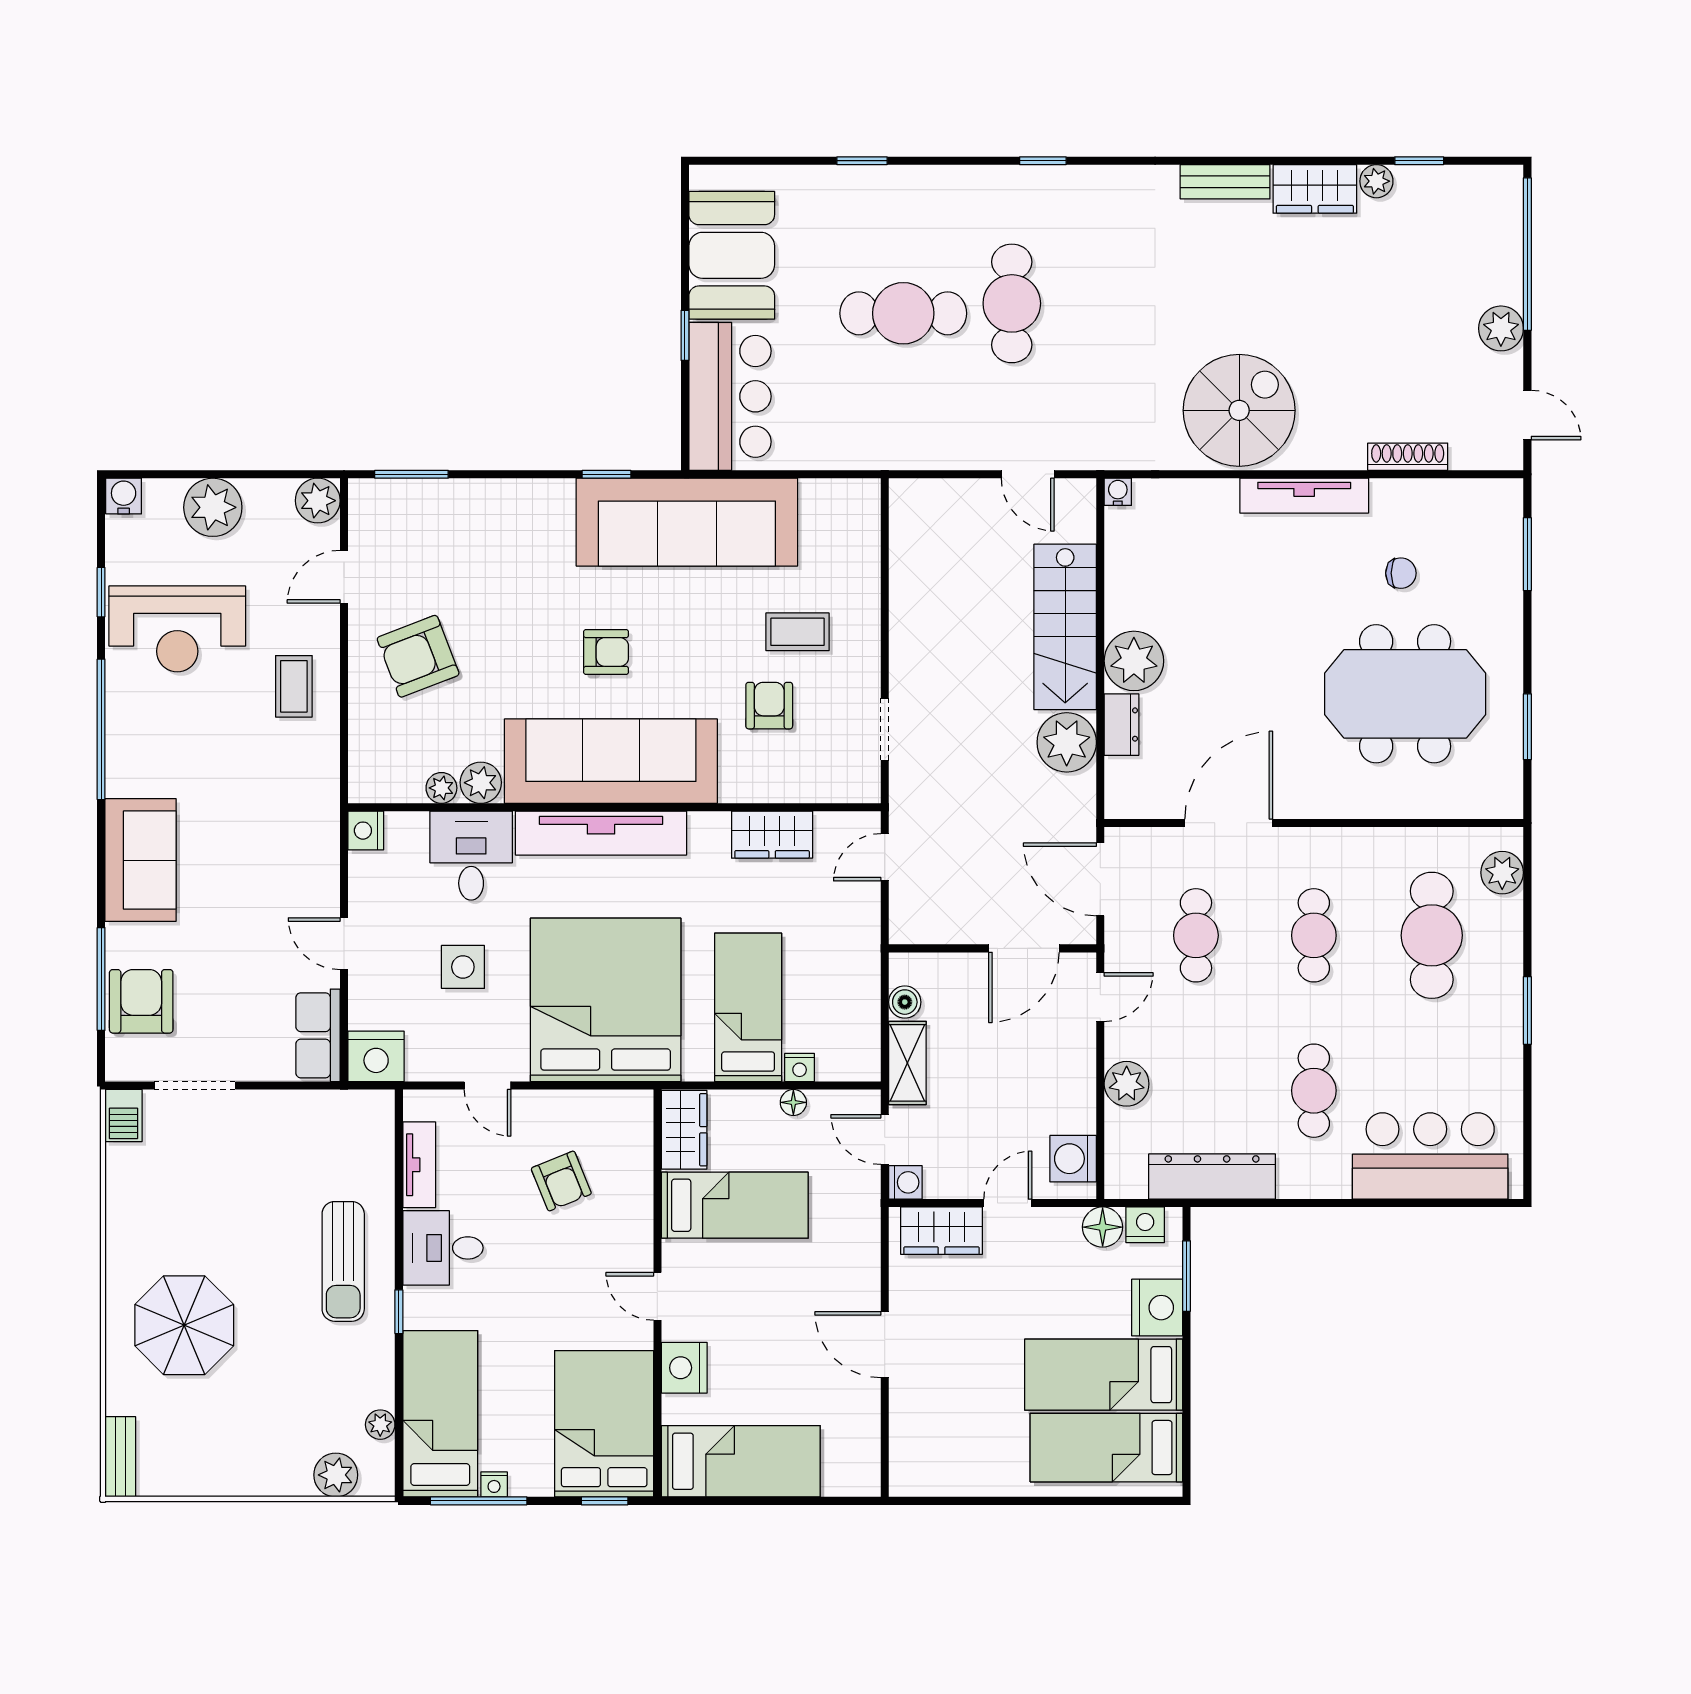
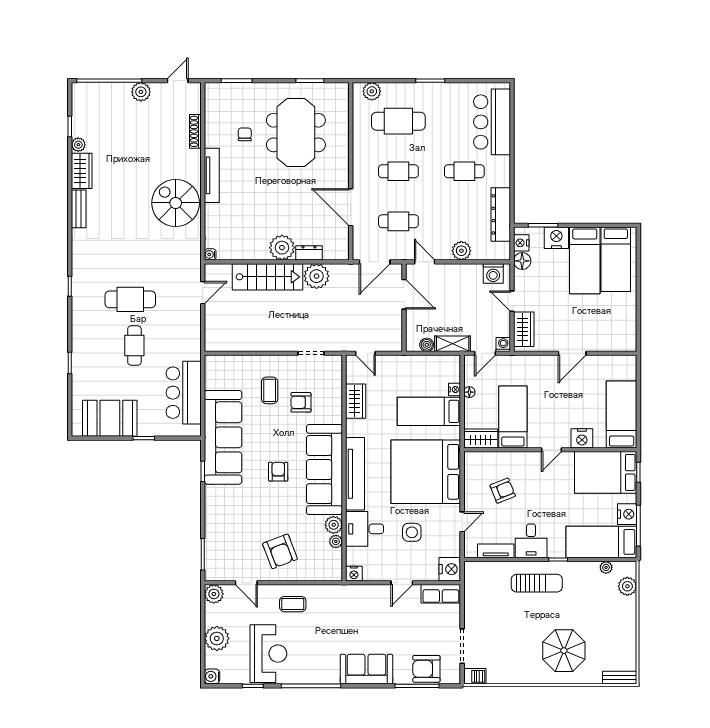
cafe table: (903, 313) -> (134, 345), width x0.73, depth x0.74
bar counter: (730, 396) -> (184, 393), moved, turned -90
nightstand: (494, 1484) -> (627, 514), width x1.89, depth x1.79

